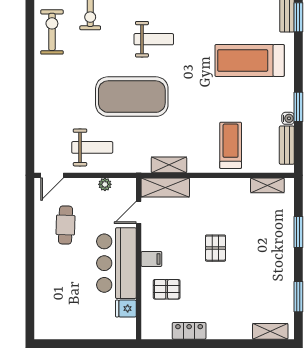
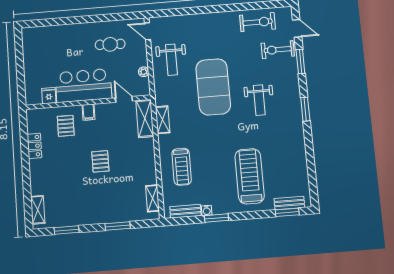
treadmill: (231, 145) -> (182, 167), turned 90
pallet: (216, 248) -> (100, 161), turned 90

